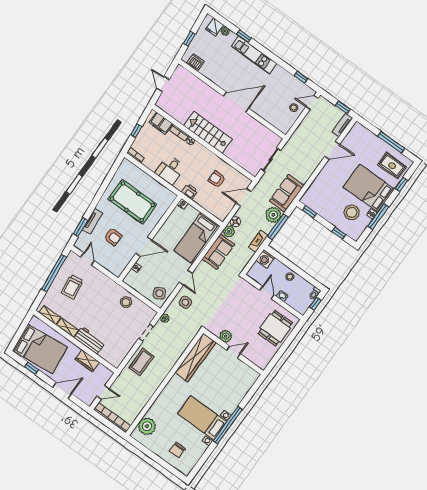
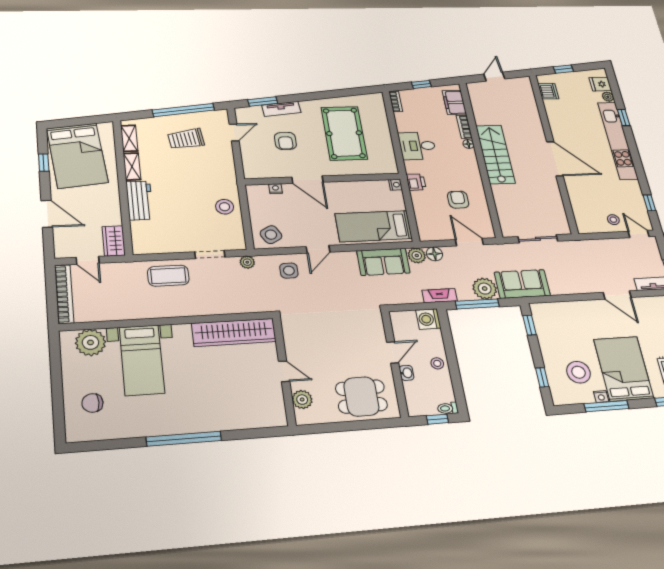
kitchen unit: (254, 55) -> (618, 141), width x1.36
plant: (226, 336) -> (302, 400), moved
wardrobe: (87, 361) -> (114, 241), moved
bed with nightstands: (202, 418) -> (142, 360), moved, turned 180

